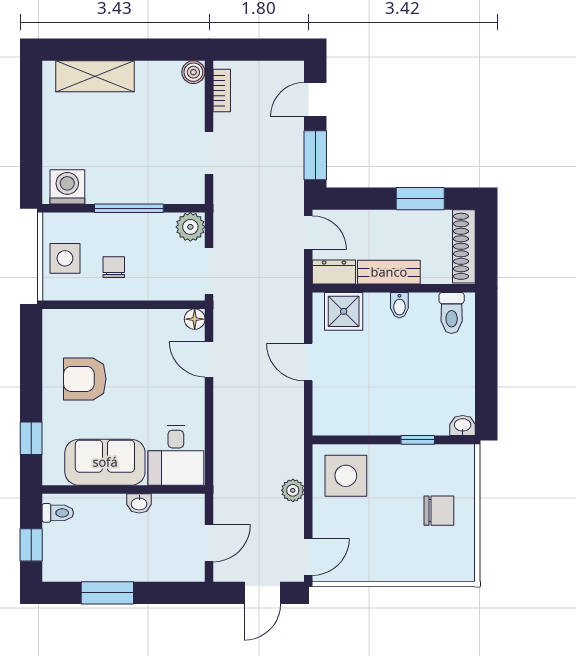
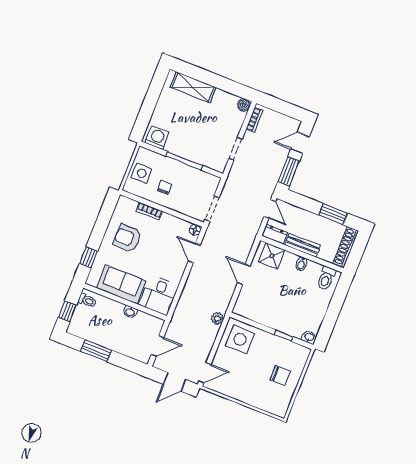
plant: (190, 227) -> (211, 182), removed
bookcase: (104, 318) -> (149, 211), added
plant: (293, 490) -> (217, 319), moved

